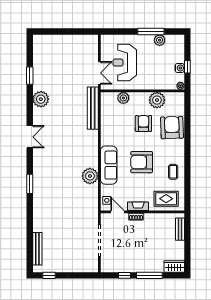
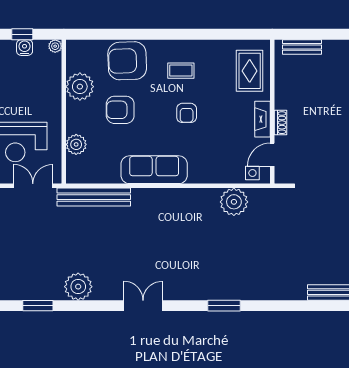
armchair: (142, 162) -> (187, 113), width x0.53, depth x0.53
sofa: (109, 165) -> (154, 170), moved
coffee table: (173, 172) -> (181, 71), moved
plant: (90, 176) -> (234, 202), moved

